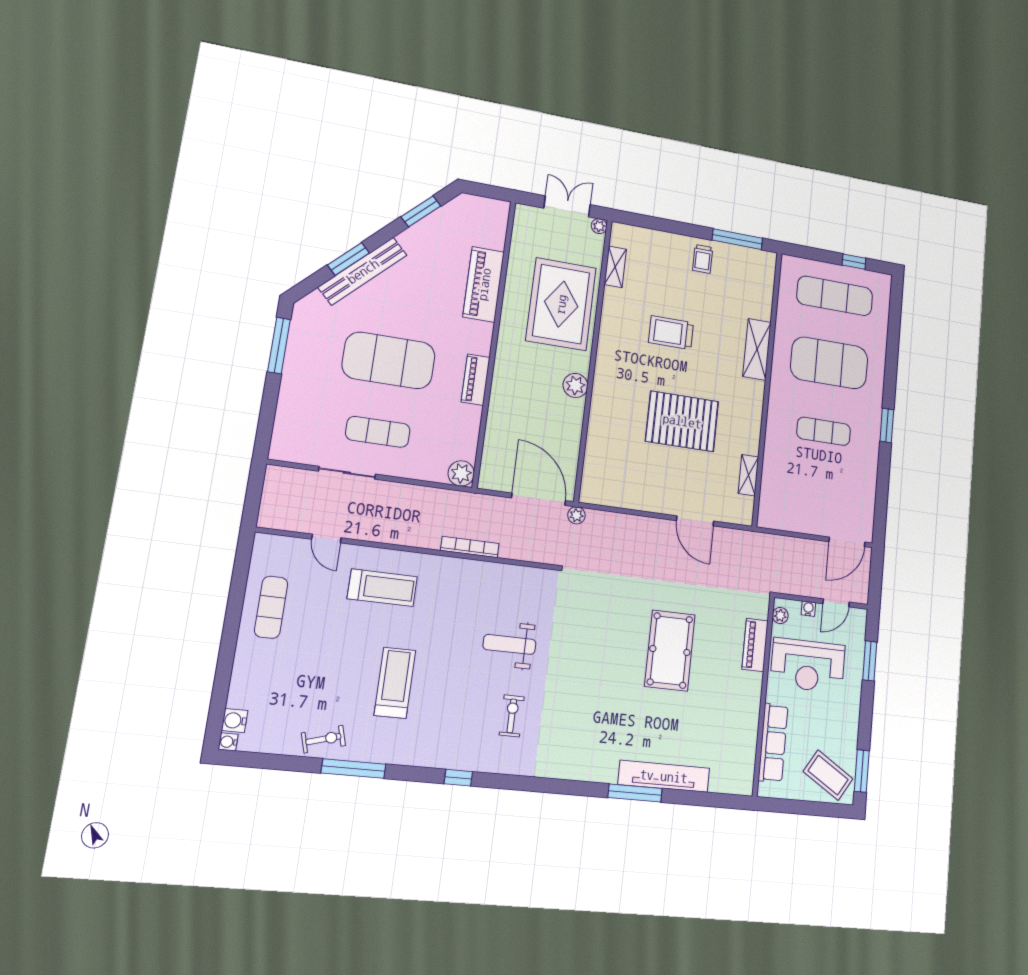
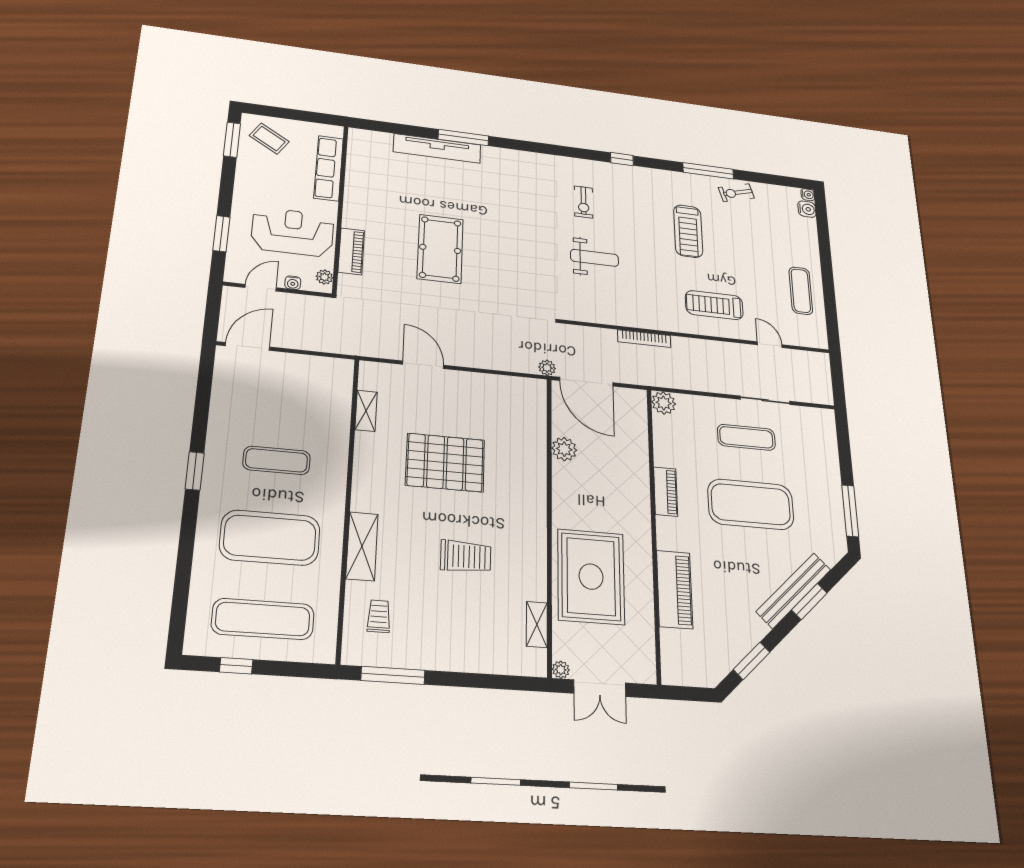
trolley: (703, 259) -> (379, 616), moved
plant: (575, 385) -> (564, 449), moved
coffee table: (828, 775) -> (269, 139), width x0.73, depth x0.77

